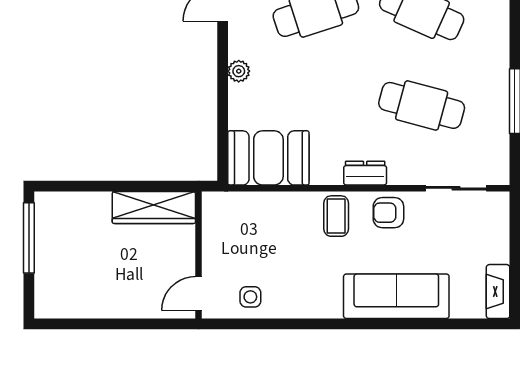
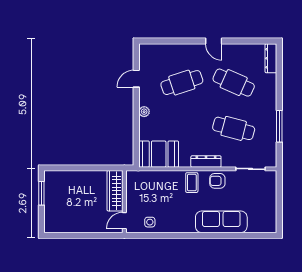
dresser: (365, 173) -> (206, 162), width x1.44
wardrobe: (154, 207) -> (115, 191), moved, turned 90
window: (29, 238) -> (41, 193), width x0.69
fireplace: (498, 292) -> (271, 220), removed

